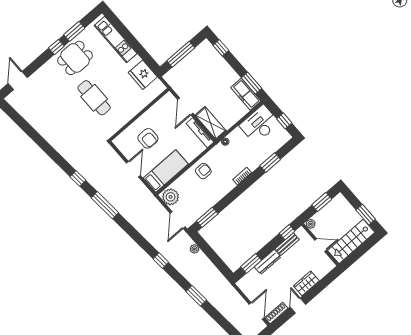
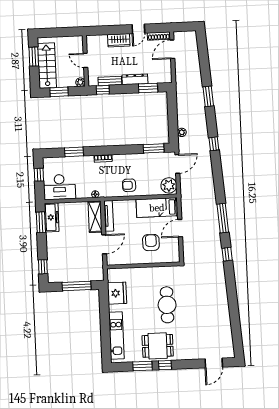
stairs: (351, 242) -> (47, 66), moved, turned -90

